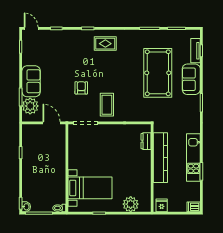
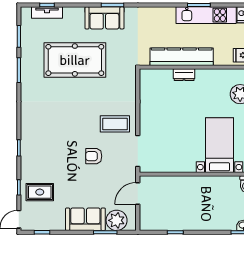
rug: (105, 44) -> (40, 192), moved, turned 90
sofa: (191, 79) -> (104, 18), moved
dresser: (146, 141) -> (184, 75), moved
kitchen unit: (193, 158) -> (206, 15), moved

